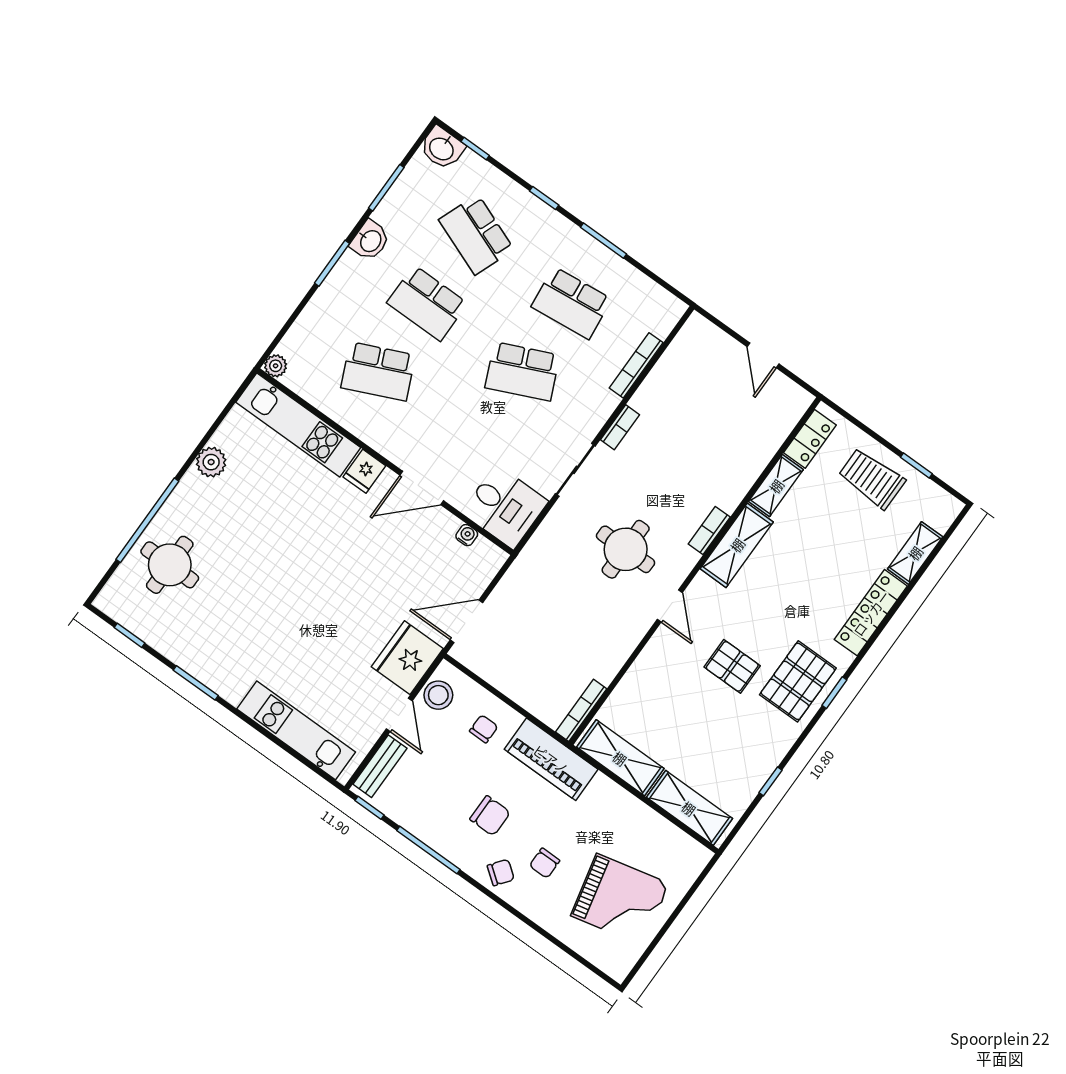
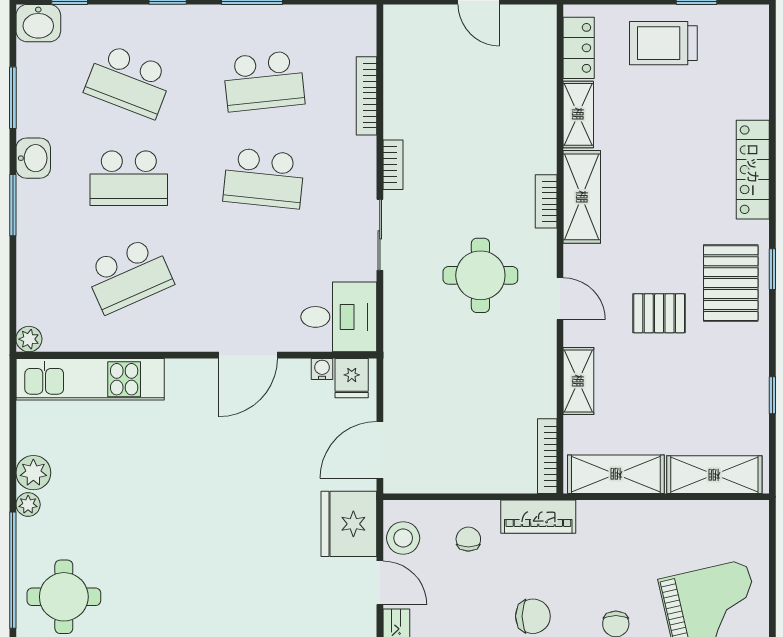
school desk: (522, 371) -> (264, 178), turned 30
fridge: (364, 471) -> (352, 378), moved
plant: (191, 482) -> (28, 505), added
shelving: (915, 553) -> (578, 381), moved
piano: (551, 759) -> (538, 517), width x0.73, depth x0.75

